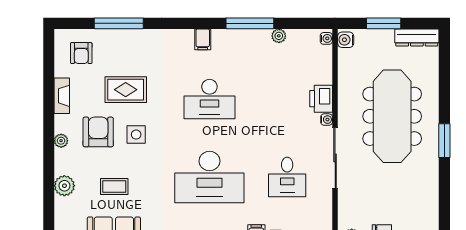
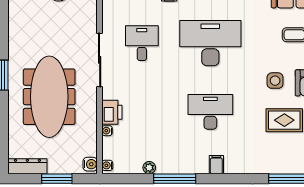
water cooler: (327, 120) -> (107, 131), moved

